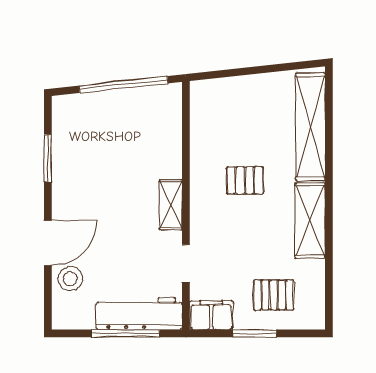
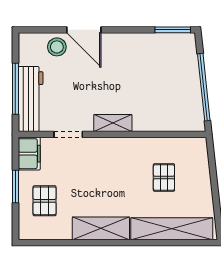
window: (48, 158) -> (173, 30), moved
pallet: (245, 180) -> (164, 178), moved

